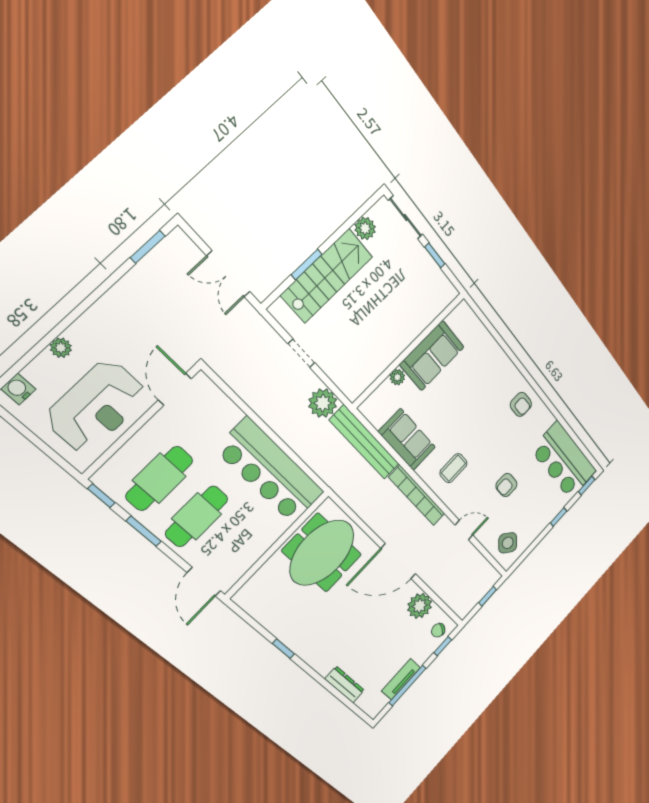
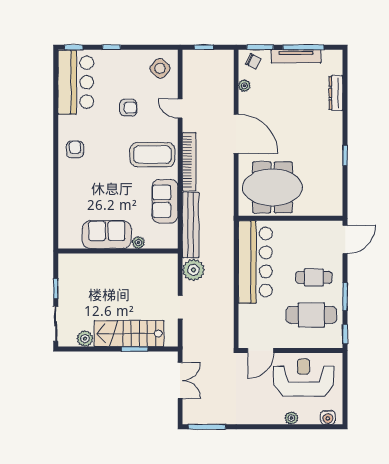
window: (148, 247) -> (207, 427), width x1.44
coffee table: (453, 468) -> (152, 155), width x1.86, depth x1.72
cafe table: (197, 516) -> (314, 277), width x0.73, depth x0.74
plant: (420, 606) -> (244, 86), width x0.53, depth x0.53
window: (443, 646) -> (260, 47), width x1.50
tv unit: (401, 679) -> (296, 56), width x1.41

